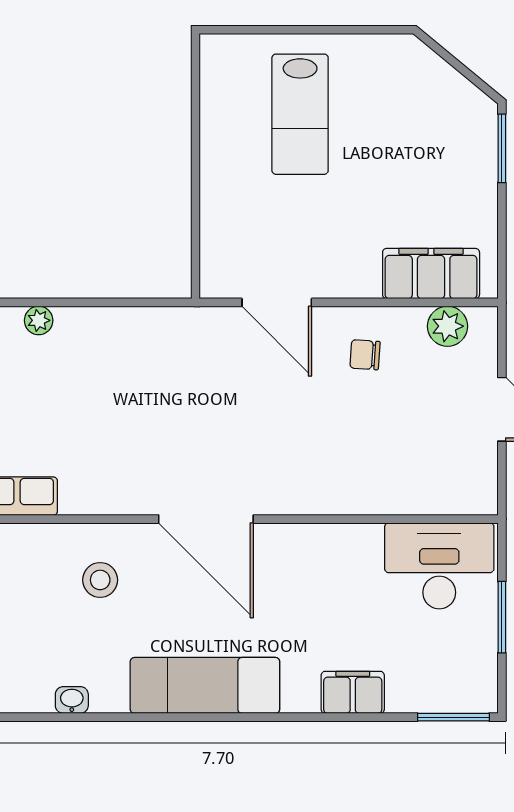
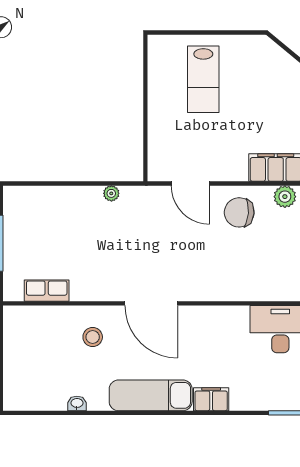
plant: (39, 320) -> (111, 193), moved
chair: (365, 355) -> (239, 212), width x1.87, depth x1.87
filing cabinet: (353, 692) -> (211, 399), moved

